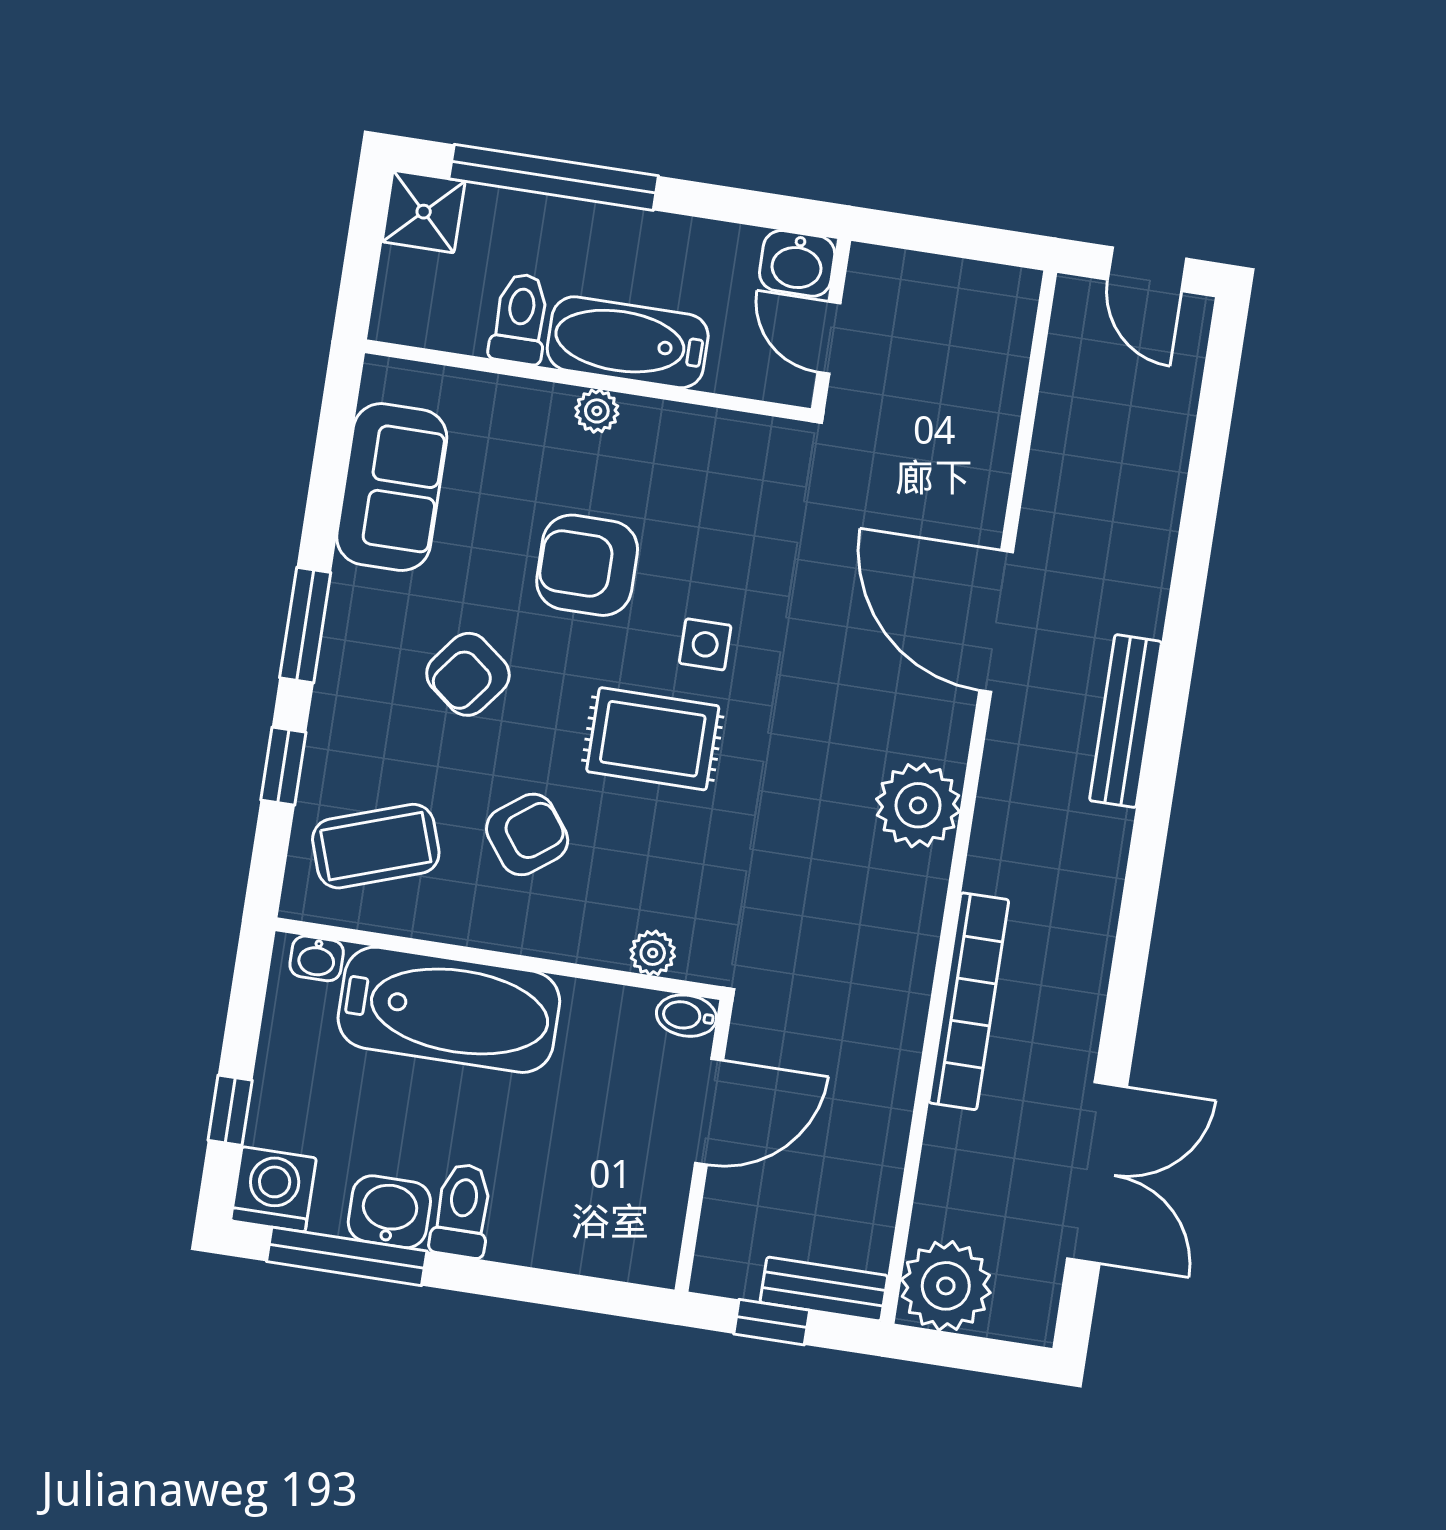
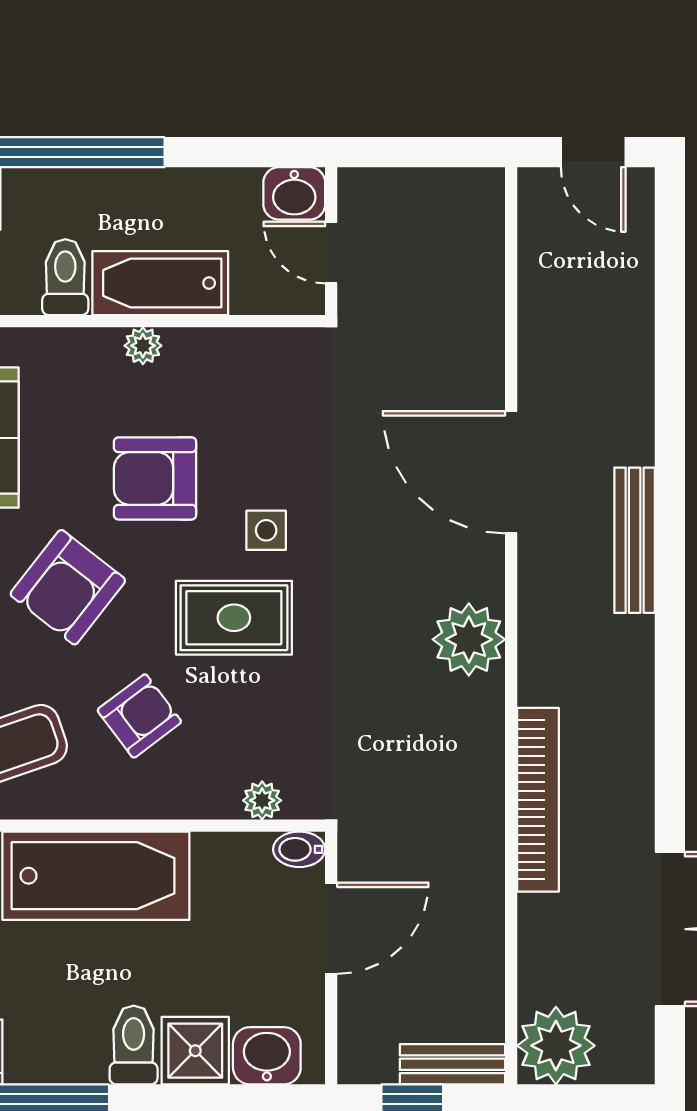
armchair: (468, 674) -> (68, 587), width x1.38, depth x1.38
washbasin: (389, 1212) -> (267, 1056), moved
shower: (532, 1228) -> (195, 1051), added

